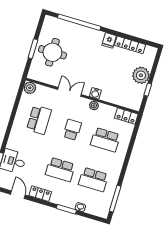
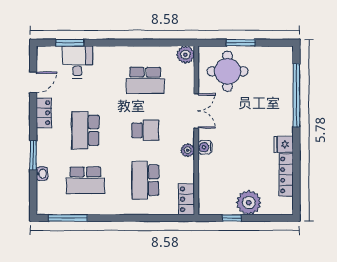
round table: (52, 52) -> (227, 71), moved
school desk: (93, 179) -> (85, 180), turned -90

